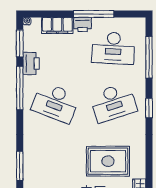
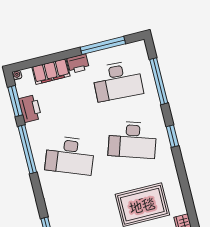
window: (94, 14) -> (103, 45), moved
printer: (31, 63) -> (30, 108), moved
desk: (113, 103) -> (132, 140), turned 36

